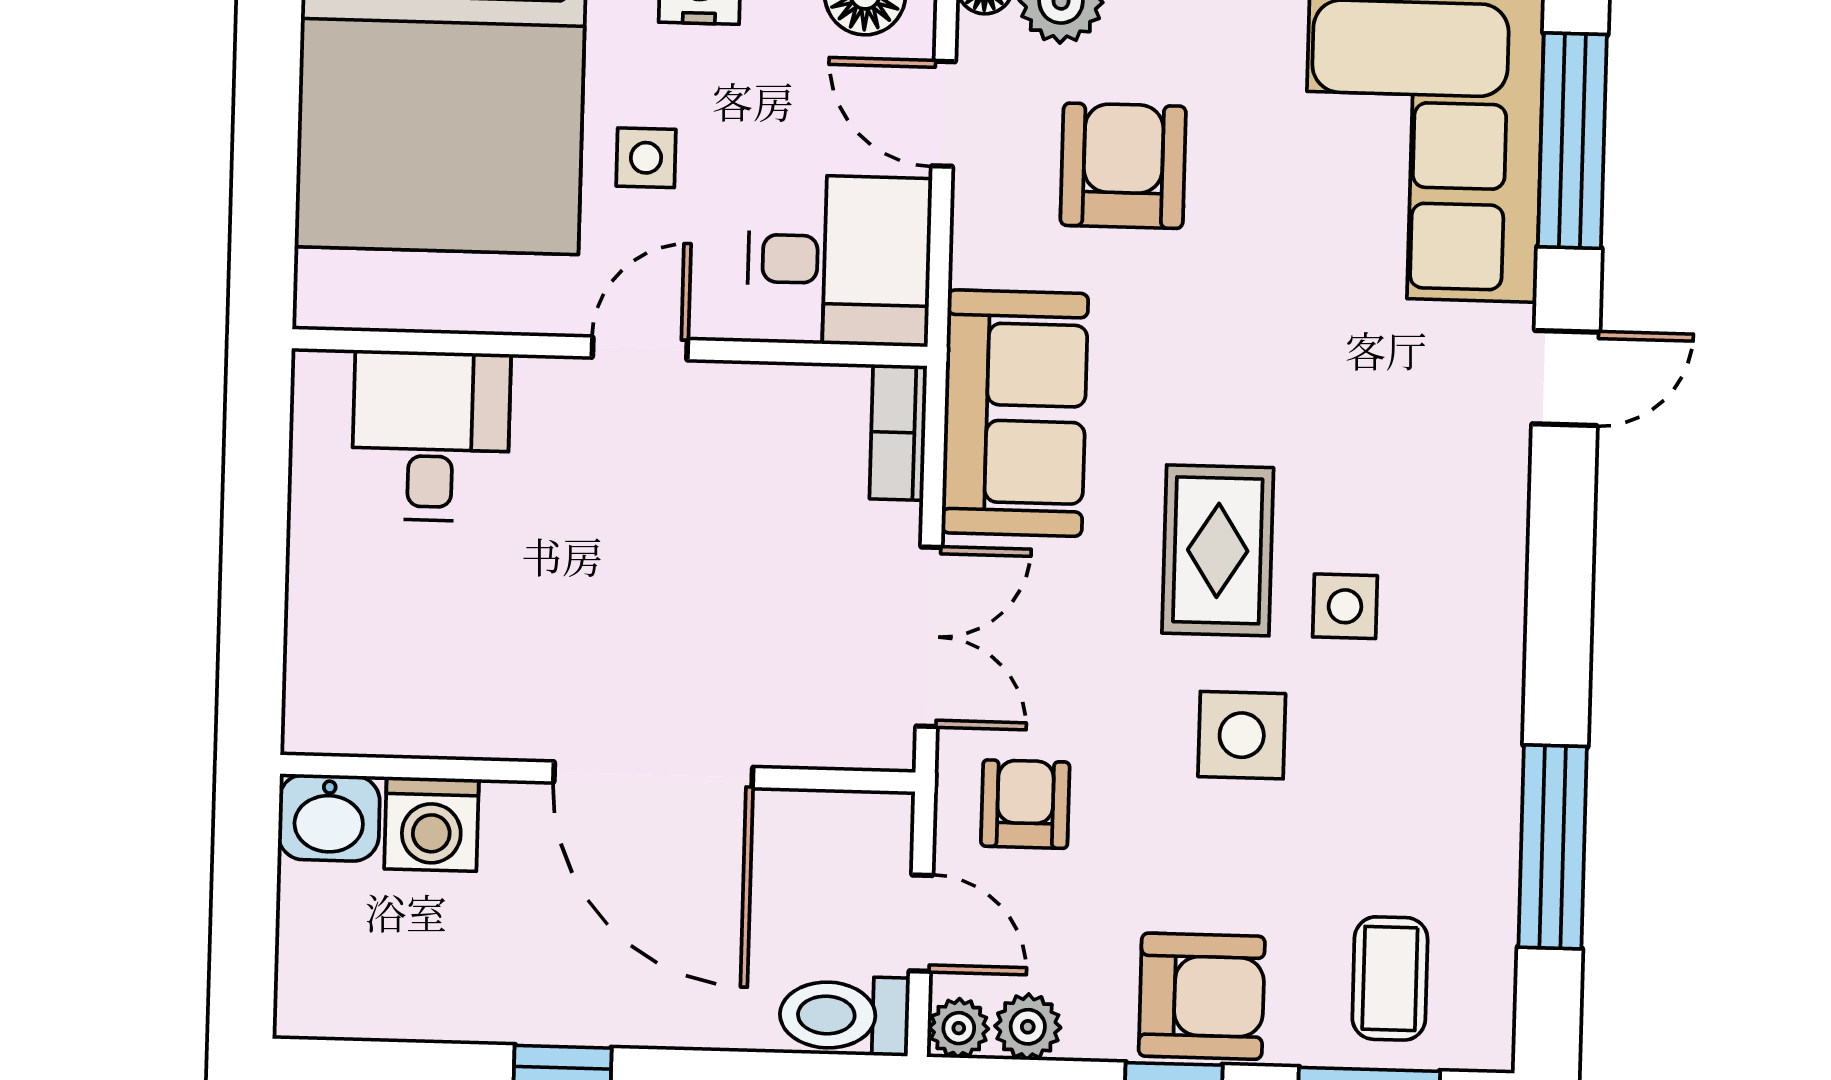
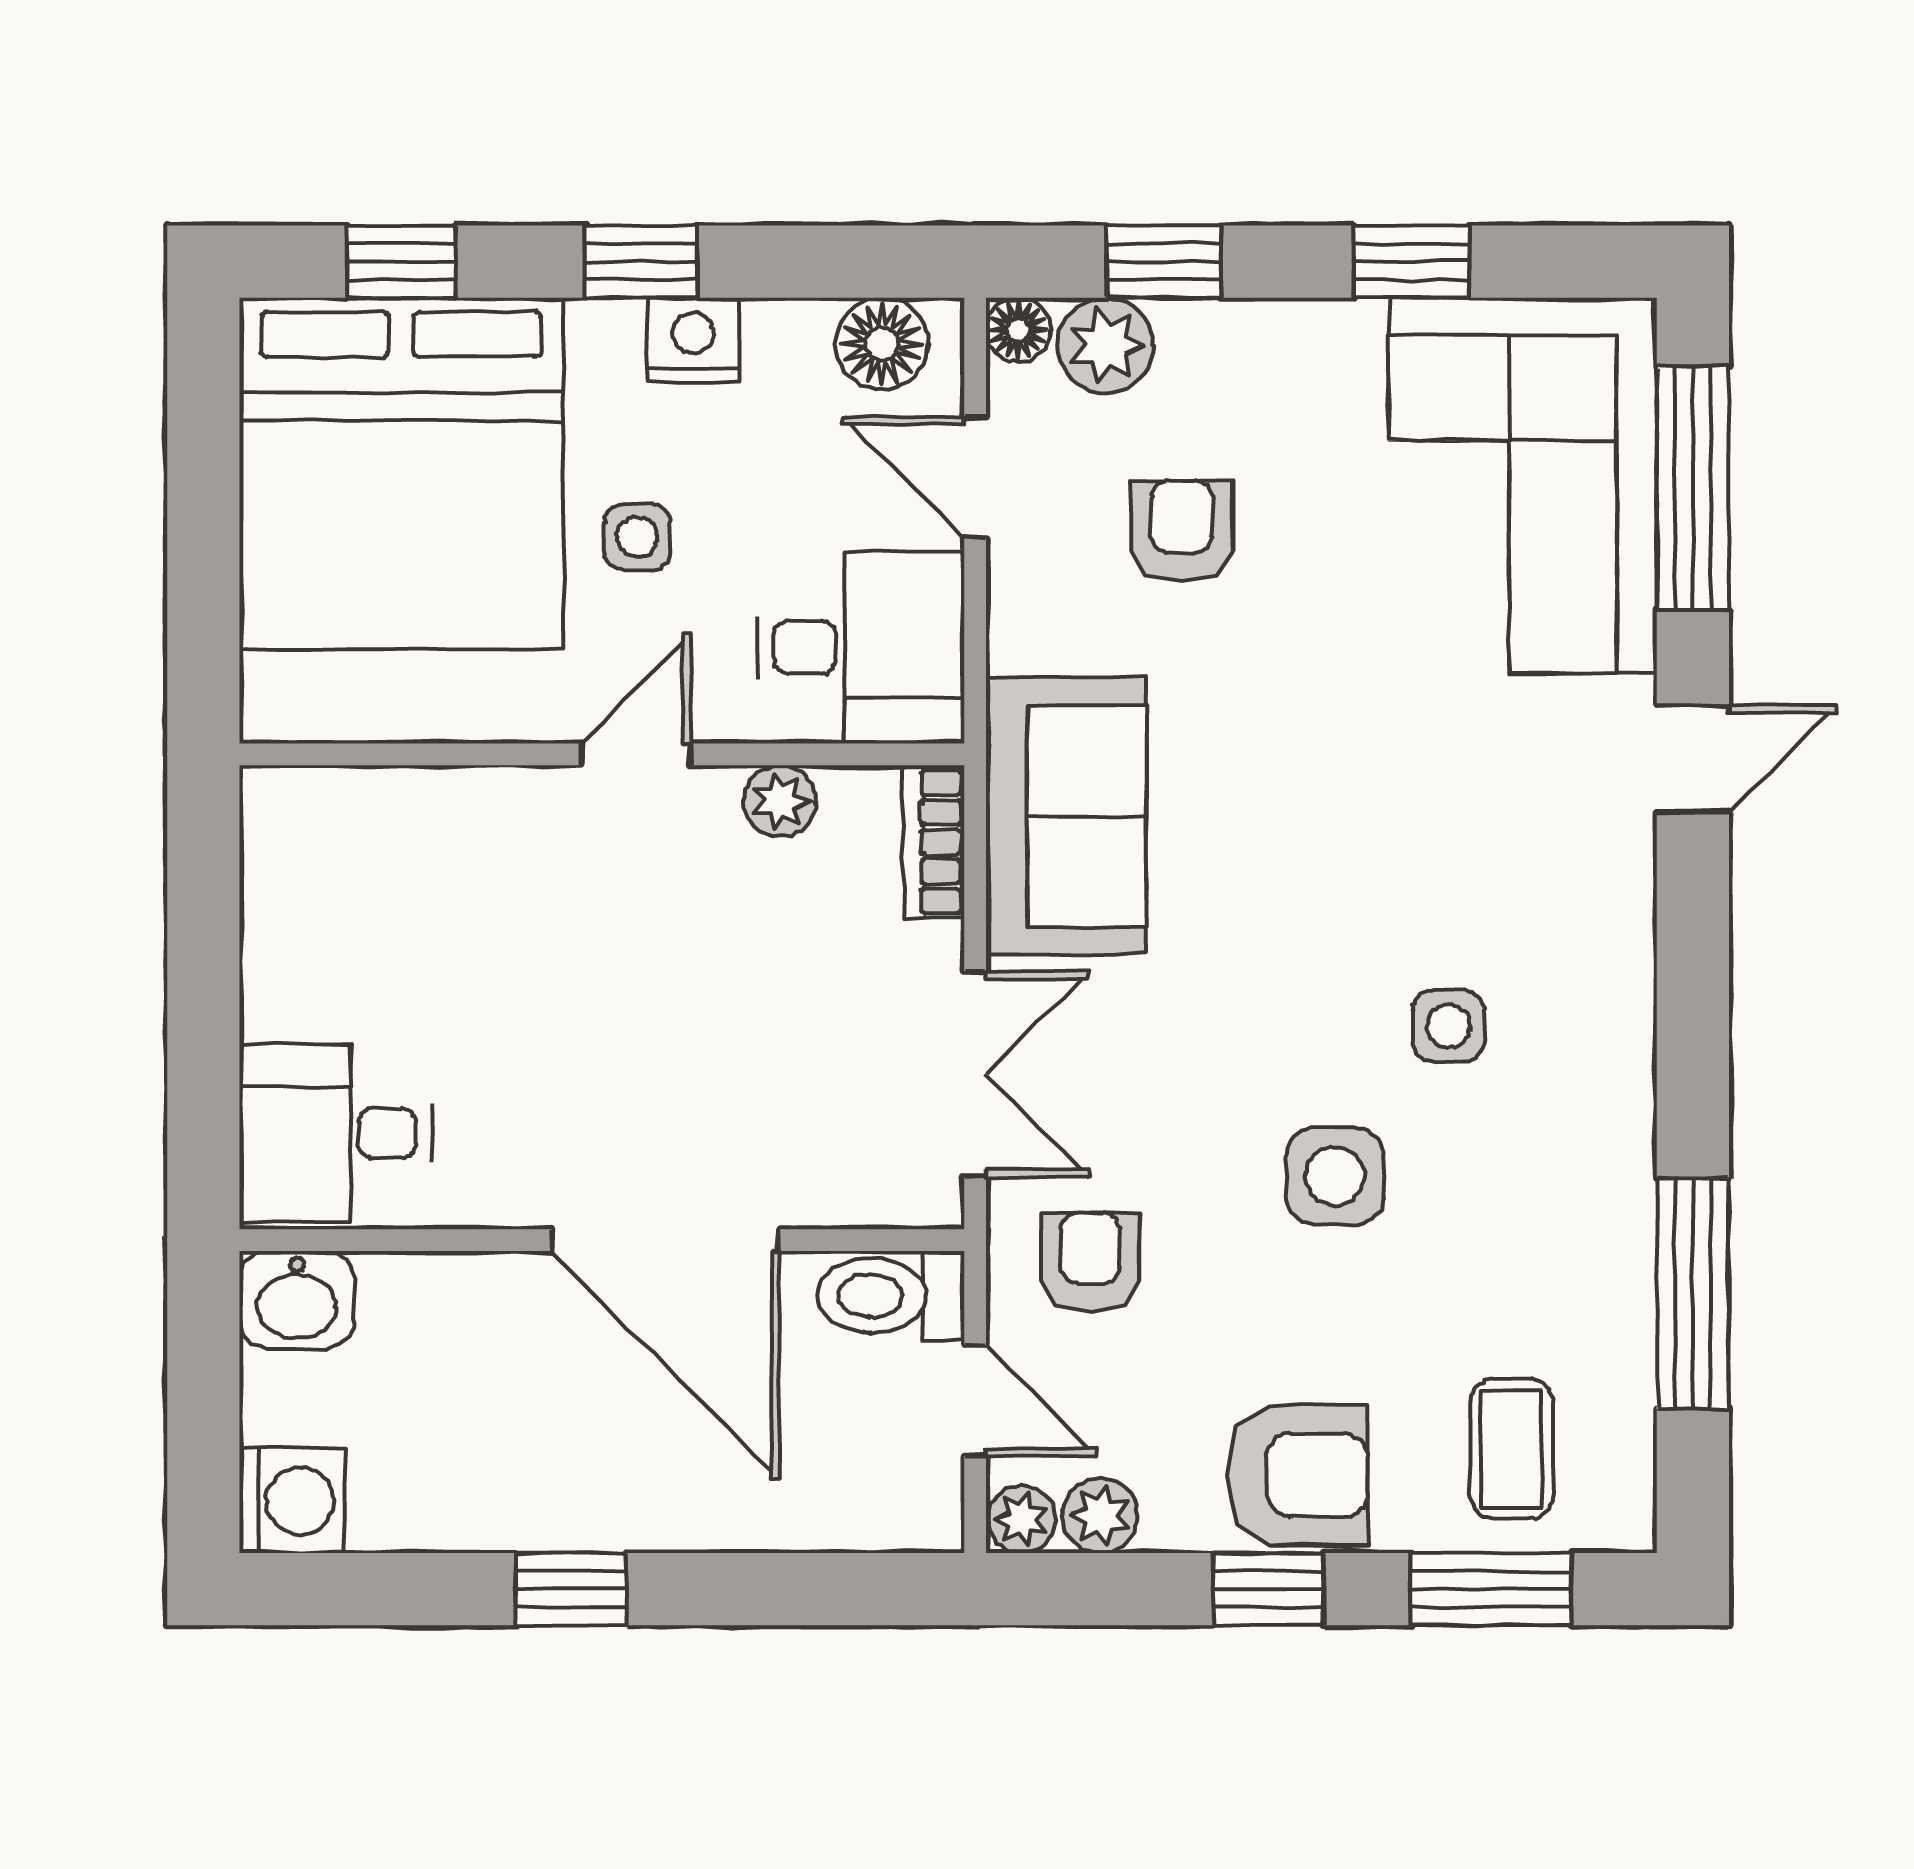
armchair: (1123, 166) -> (1182, 531), width x0.72, depth x0.72
plant: (765, 393) -> (780, 801), added
desk: (431, 436) -> (335, 1133), moved, turned -90
rug: (1218, 550) -> (1302, 966), removed
washing machine: (432, 824) -> (292, 1501), moved, turned -90
toilet: (844, 1015) -> (891, 1296), moved

